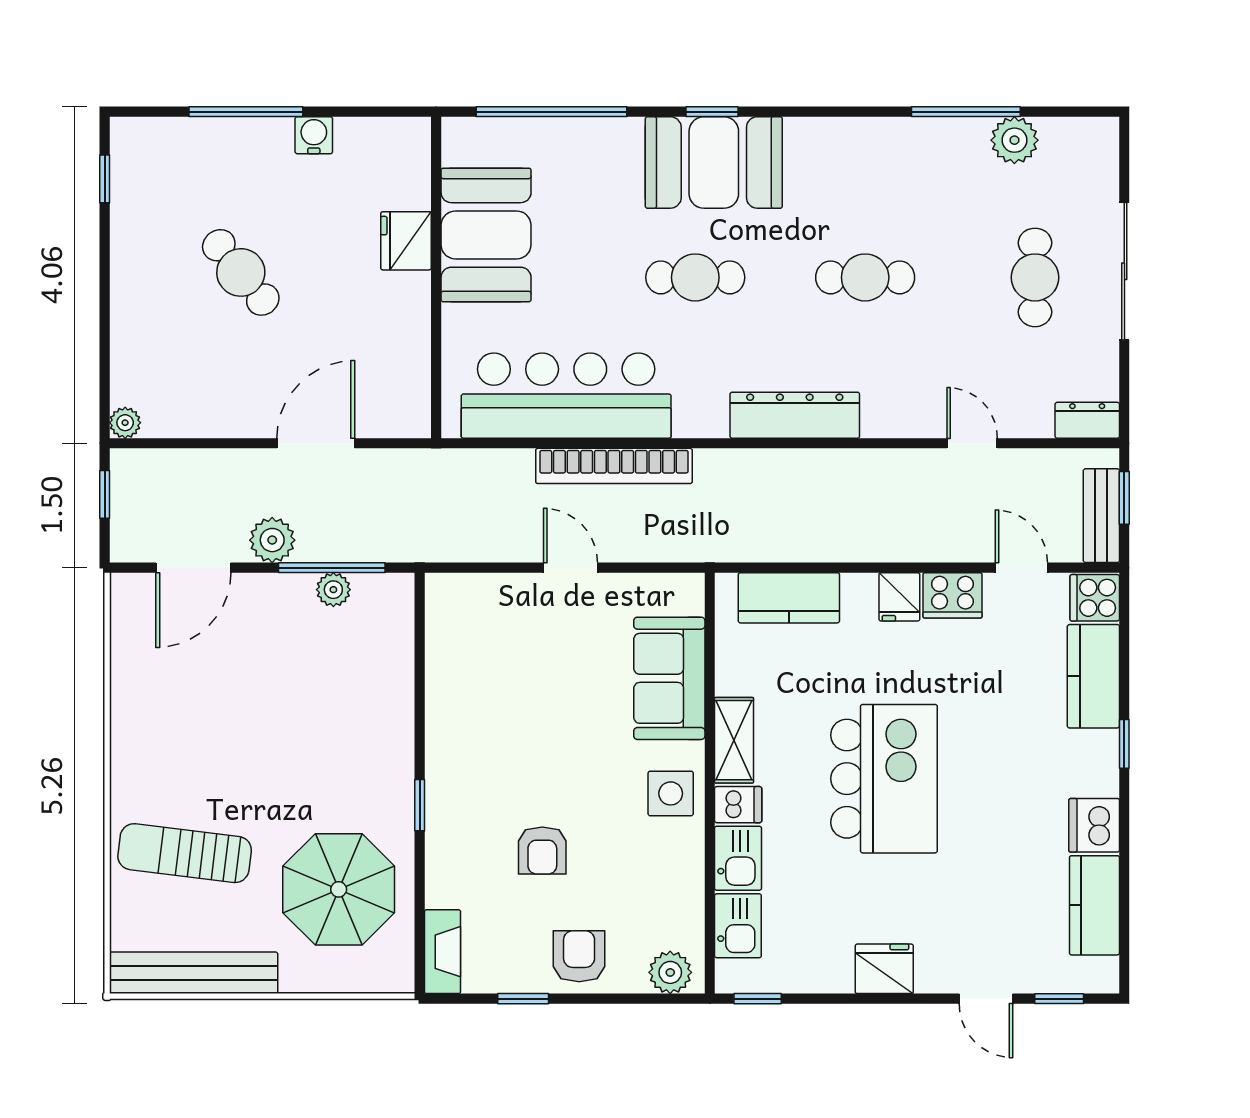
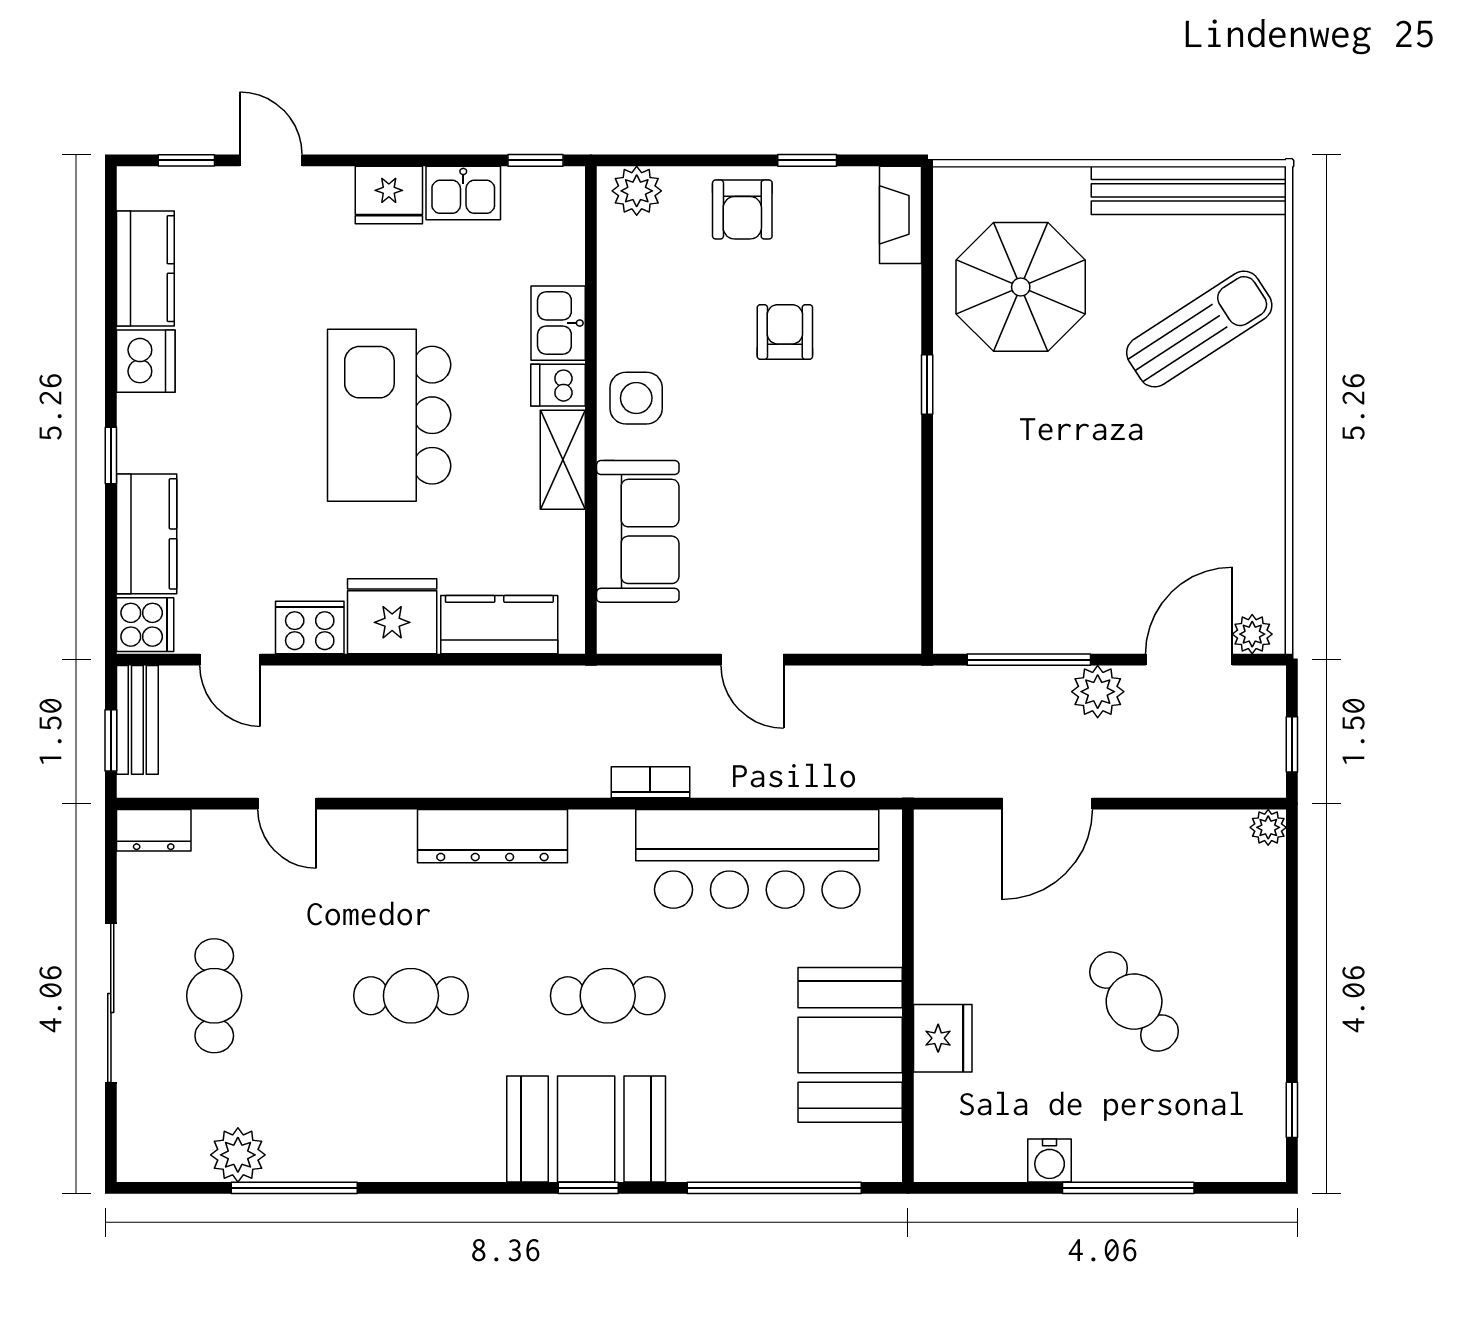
bookcase: (614, 466) -> (650, 782), width x0.43, depth x0.76
plant: (333, 590) -> (1252, 634), moved
fridge: (899, 597) -> (392, 616), width x1.88, depth x1.34
sun lounger: (185, 853) -> (1199, 329), turned -40
kitchen sink: (738, 926) -> (463, 193), moved, turned -90

